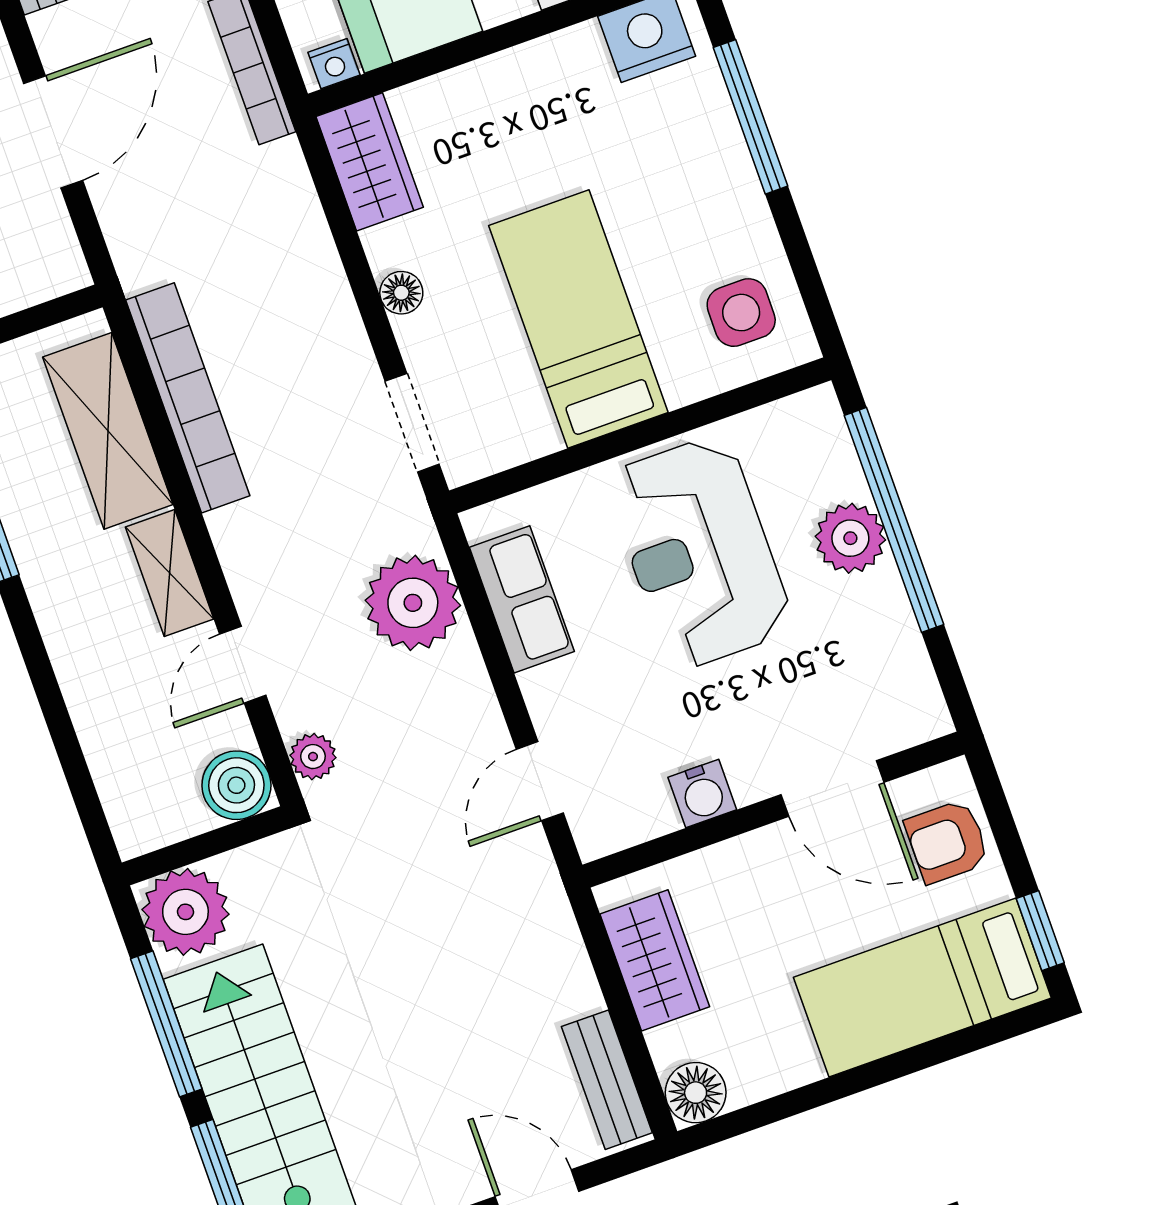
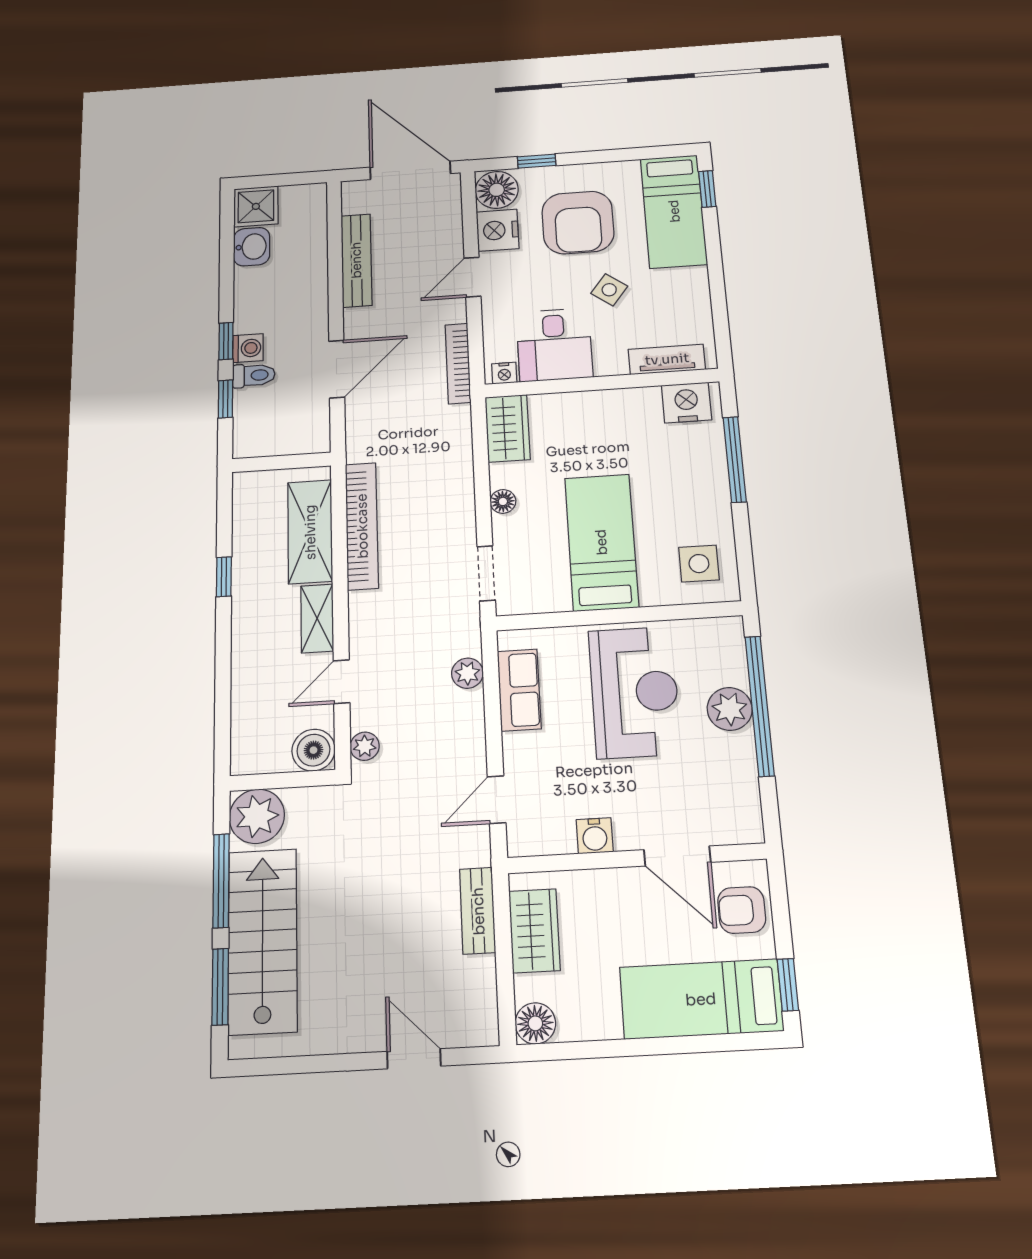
reception desk: (699, 552) -> (635, 692), turned 180
plant: (413, 603) -> (467, 673), width x0.53, depth x0.53
bench: (607, 1080) -> (478, 911), moved

